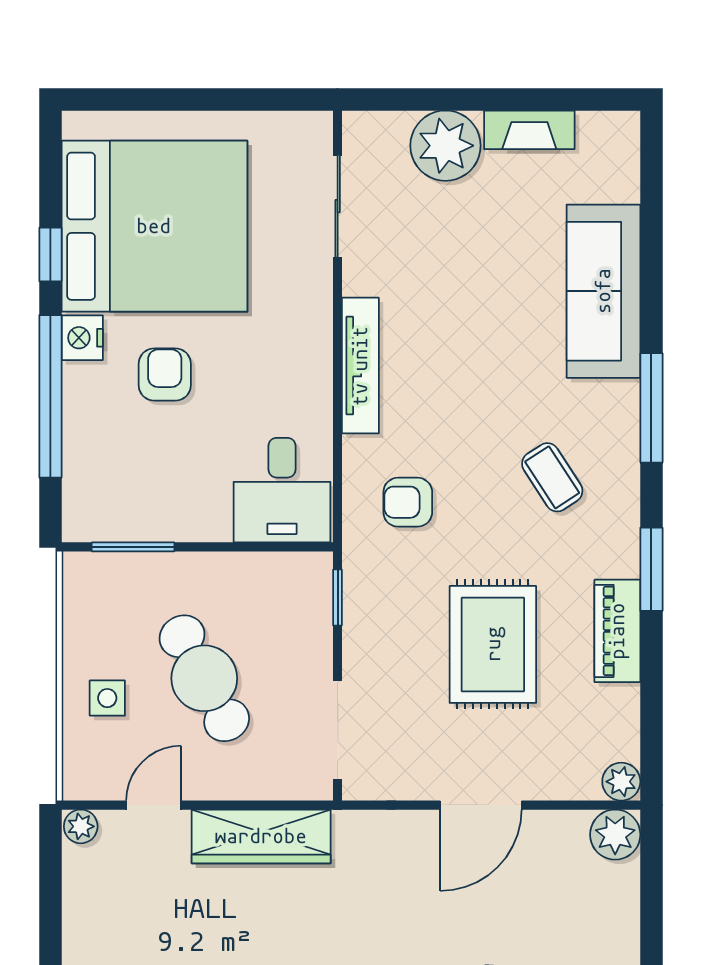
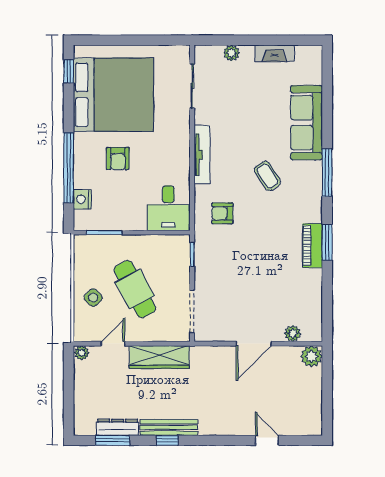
plant: (445, 146) -> (231, 53), width x0.53, depth x0.53
window: (50, 254) -> (69, 71), moved
nightstand: (82, 338) -> (82, 199), moved
armchair: (165, 375) -> (118, 158), turned 180
coffee table: (552, 477) -> (267, 176), moved
piano: (617, 631) -> (312, 246), moved
rug: (493, 644) -> (259, 275), removed
side table: (107, 698) -> (93, 298), turned 45
plant: (621, 782) -> (293, 334), moved

